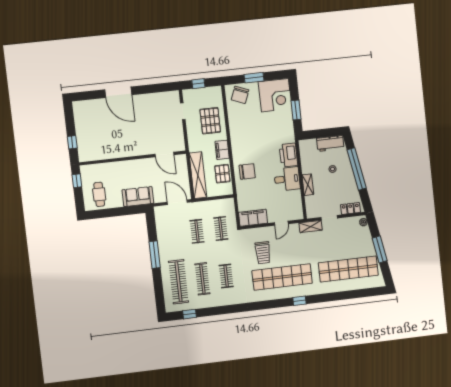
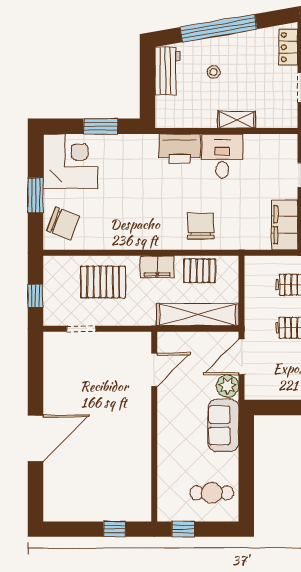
plant: (160, 196) -> (228, 386), added

